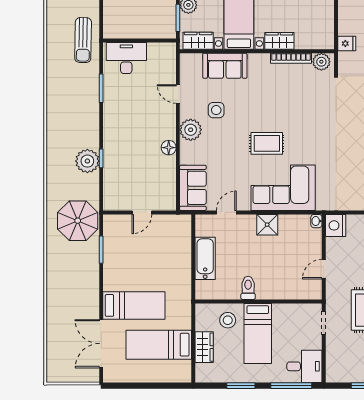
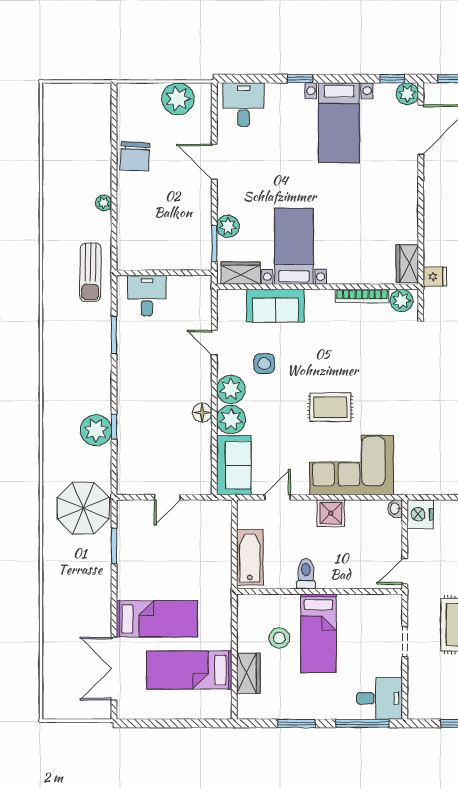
wardrobe: (279, 41) -> (407, 264), moved, turned -90
desk: (126, 58) -> (147, 296), width x0.73
plant: (191, 153) -> (231, 420), added
toilet: (248, 288) -> (306, 574), moved
wall: (259, 301) -> (319, 592), moved
bed: (258, 333) -> (319, 633), moved

